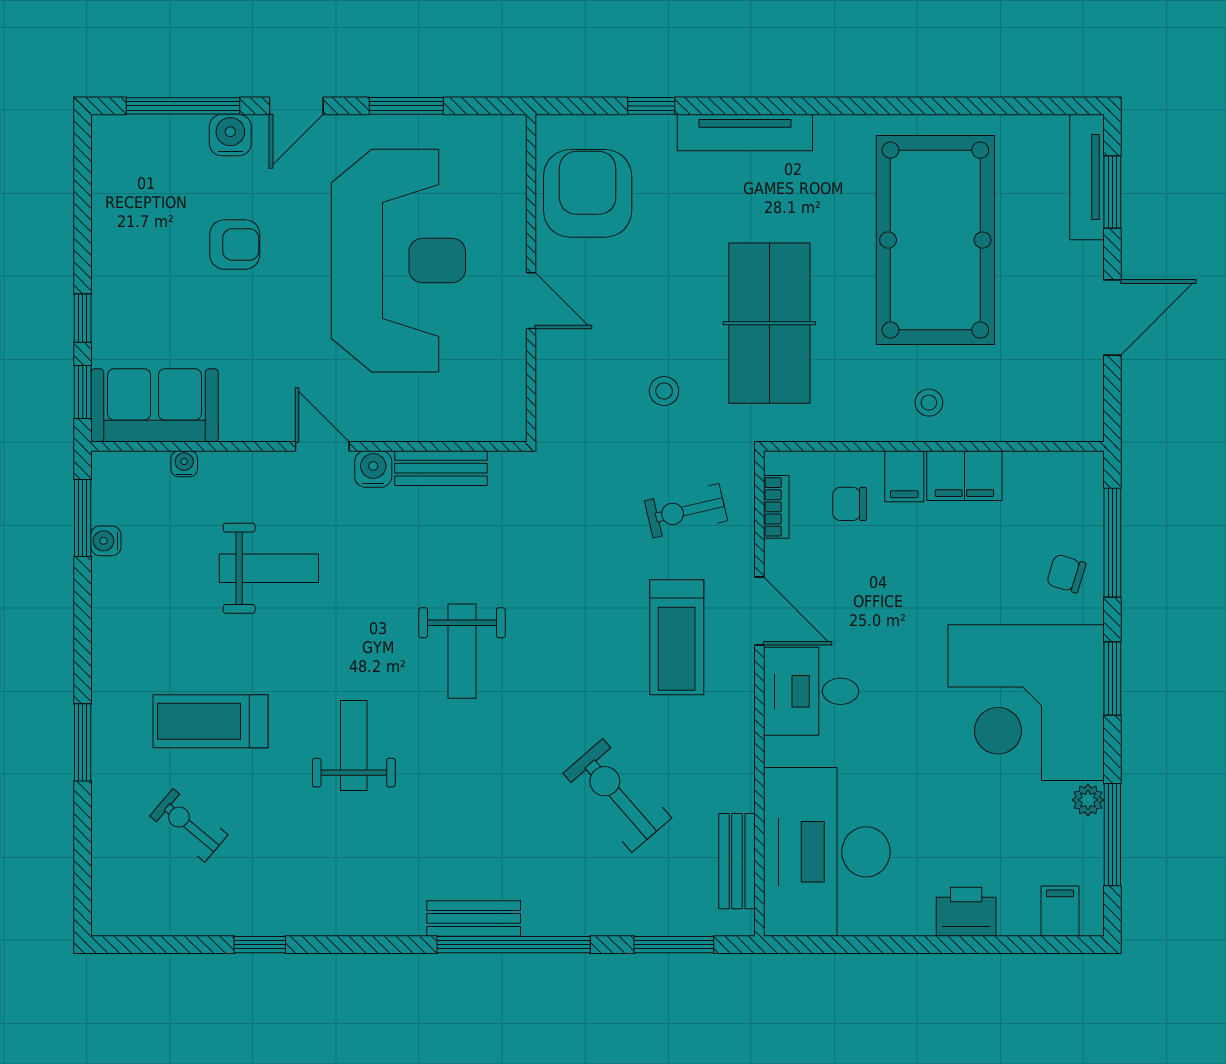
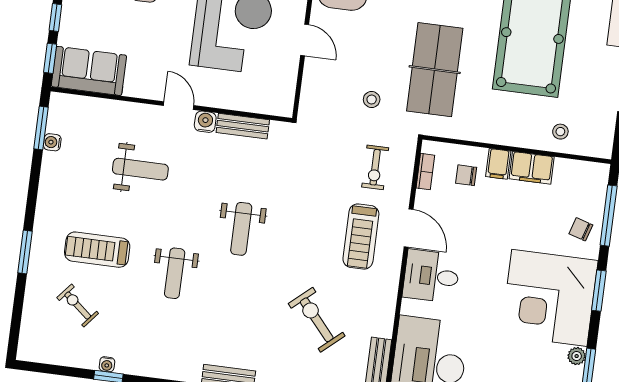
stool: (929, 403) -> (560, 132), moved
water cooler: (184, 464) -> (107, 364), moved, turned 180
exercise bike: (686, 511) -> (375, 167), turned -77
weight bench: (354, 746) -> (175, 273), turned 180

